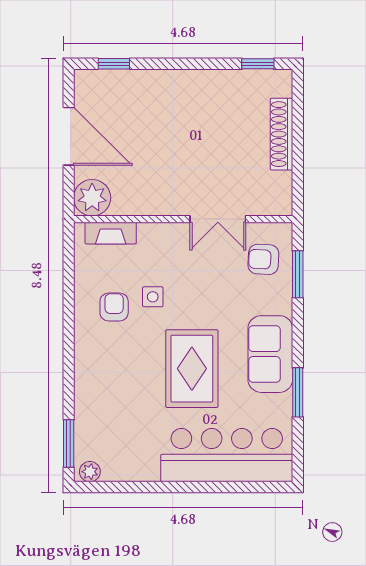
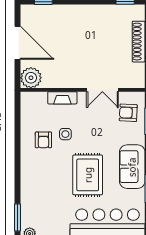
fireplace: (111, 233) -> (62, 98), moved
armchair: (114, 307) -> (43, 140), turned 180

